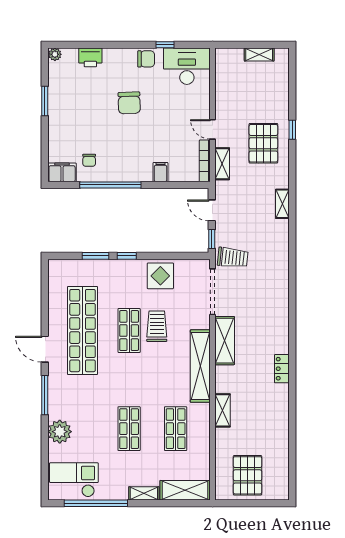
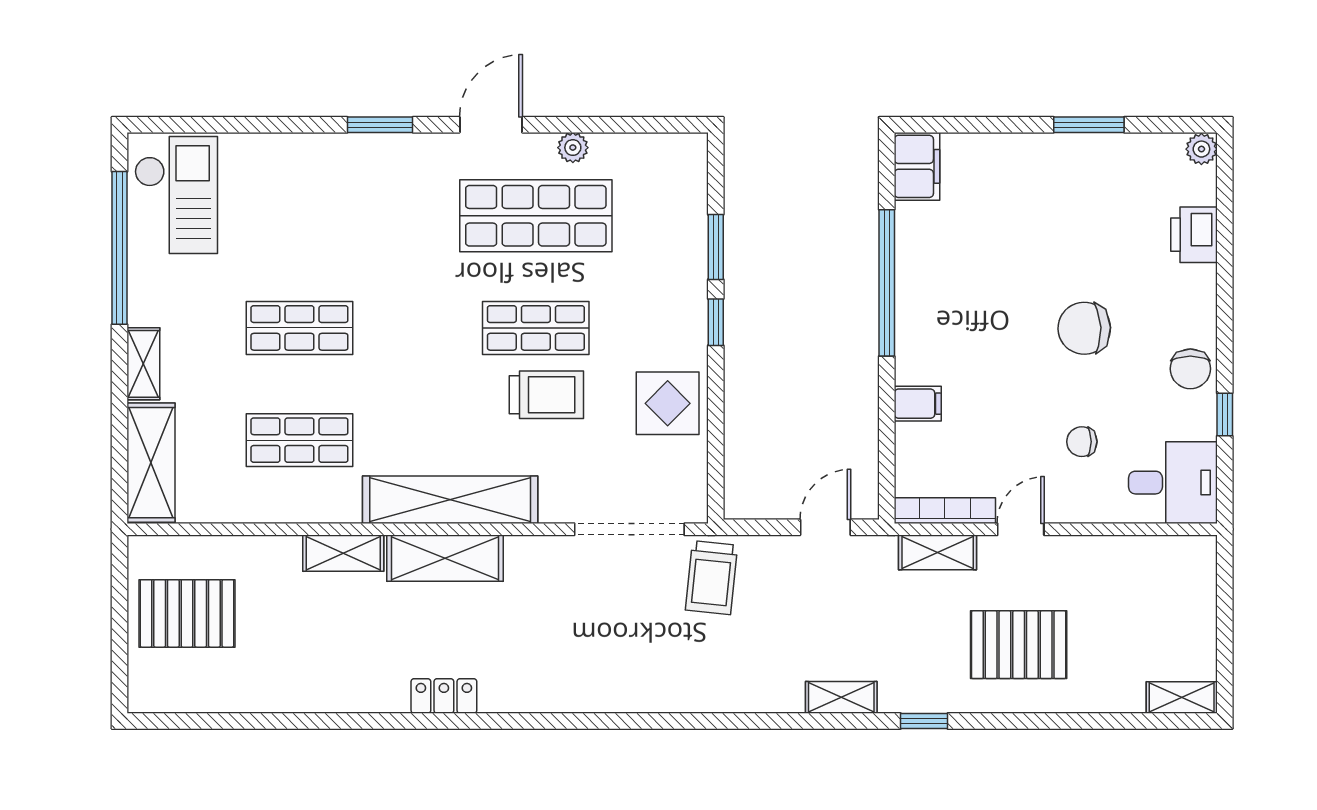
shelving: (259, 54) -> (1182, 697), moved, turned 90
desk: (187, 66) -> (1173, 483), width x0.73
window: (292, 130) -> (924, 721), moved
pallet: (263, 143) -> (1019, 645), moved
chair: (89, 160) -> (1082, 442), moved
window: (212, 239) -> (756, 527), removed
shop shelf: (83, 331) -> (536, 216), width x0.71
shelving: (225, 341) -> (445, 558), moved
window: (45, 395) -> (380, 125), width x0.69
plant: (60, 432) -> (573, 148), moved, width x0.53, depth x0.53

